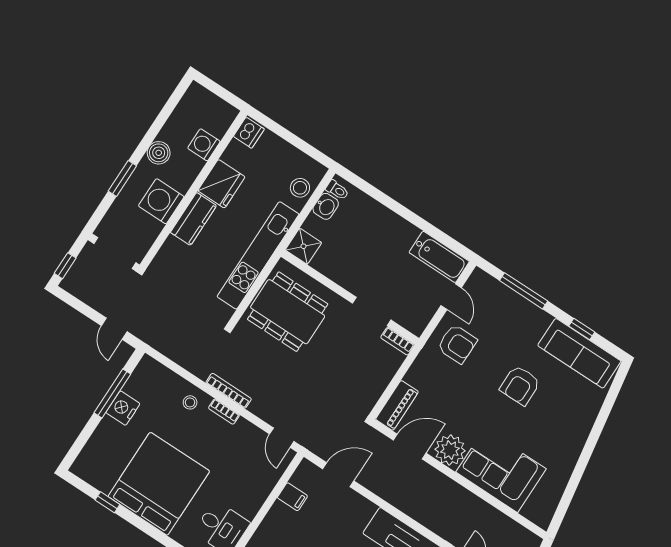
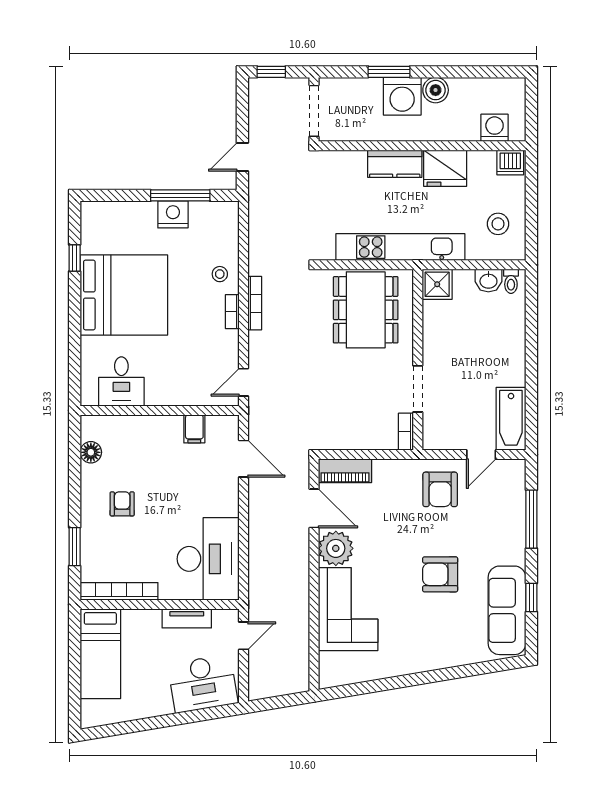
washing machine: (204, 145) -> (495, 128), moved
stool: (300, 188) -> (498, 224), moved
washing machine: (161, 201) -> (402, 96), moved, turned 180

